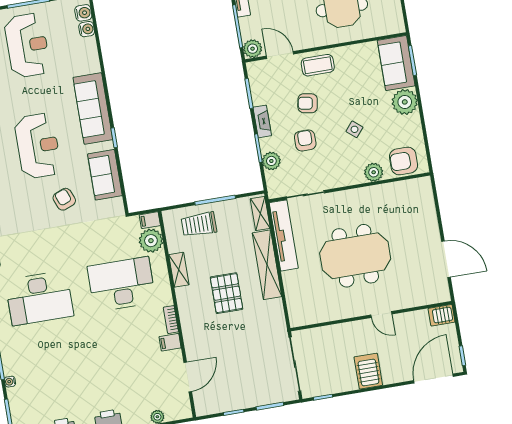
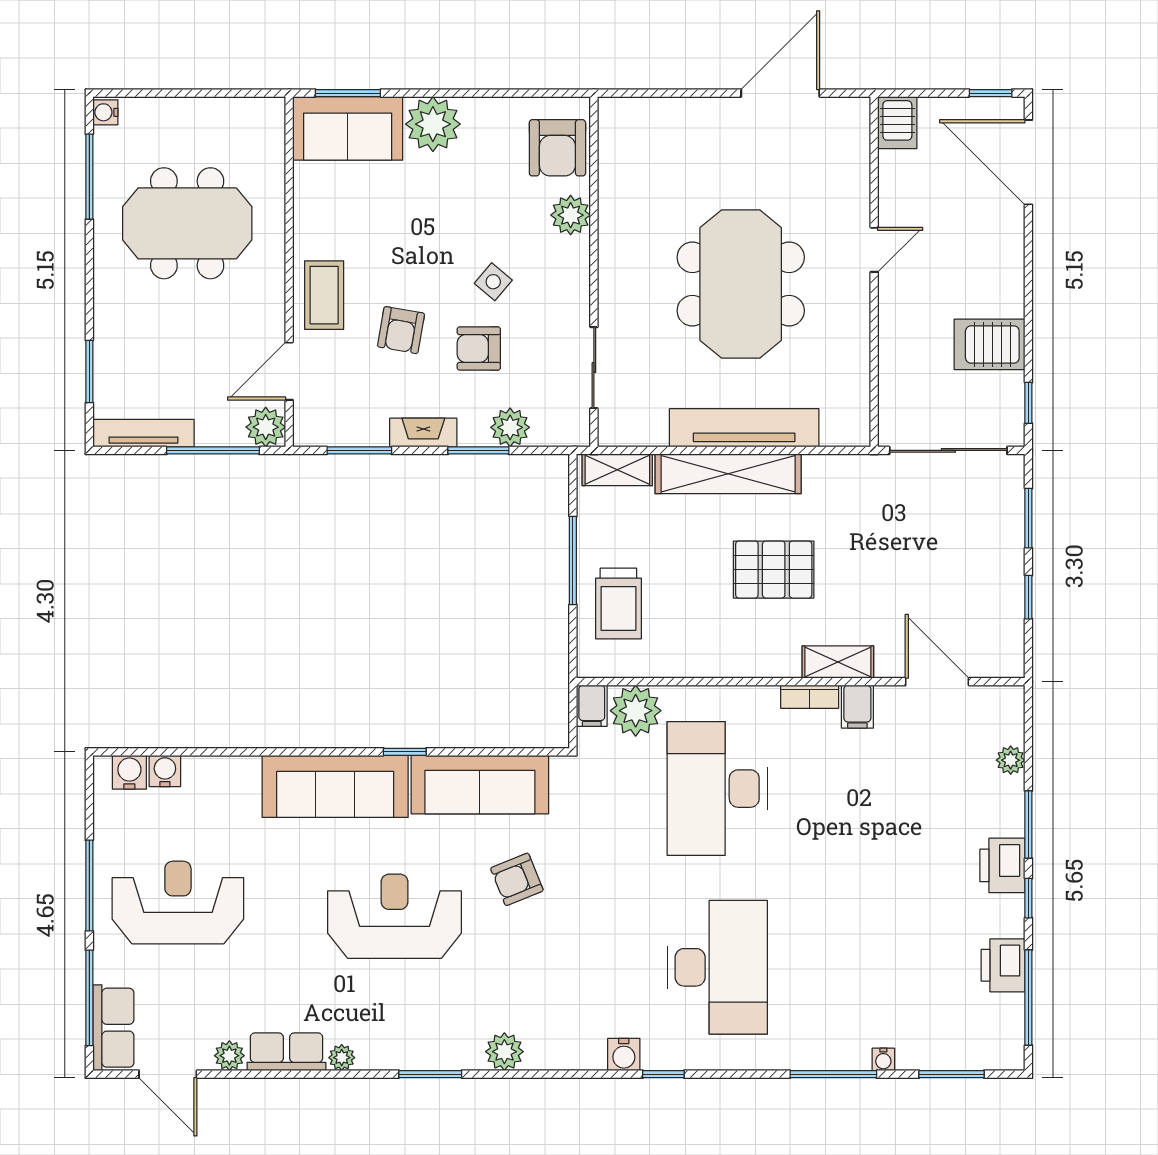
side table: (354, 129) -> (493, 282), moved
sofa: (105, 175) -> (480, 785), width x1.36
tv unit: (284, 235) -> (744, 428), moved
shelving: (179, 270) -> (838, 662), moved
server rack: (368, 371) -> (990, 344), moved

